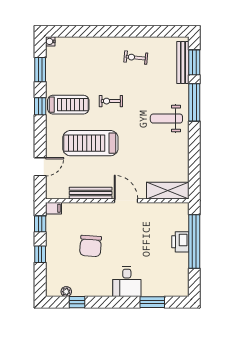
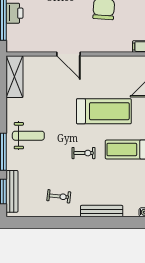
shelving: (168, 191) -> (14, 77), moved, turned 90
bench: (91, 193) -> (102, 211), moved

